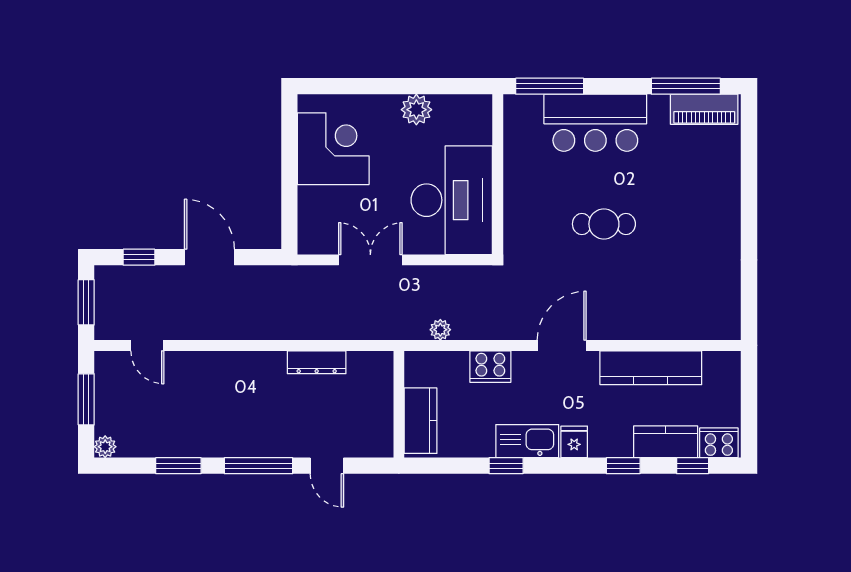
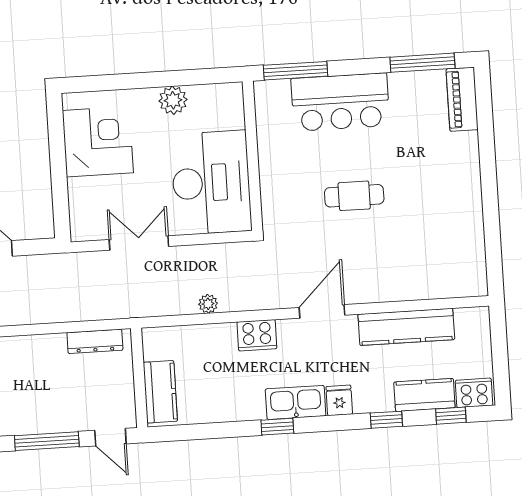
piano: (704, 109) -> (462, 99), moved, turned 90
wall: (399, 404) -> (139, 378), moved
kitchen counter: (421, 421) -> (160, 392), moved

